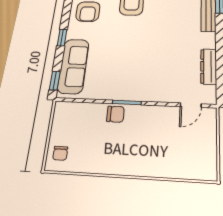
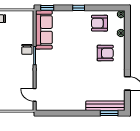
sofa: (73, 66) -> (44, 30), moved, turned -90
dresser: (209, 66) -> (61, 106), removed

